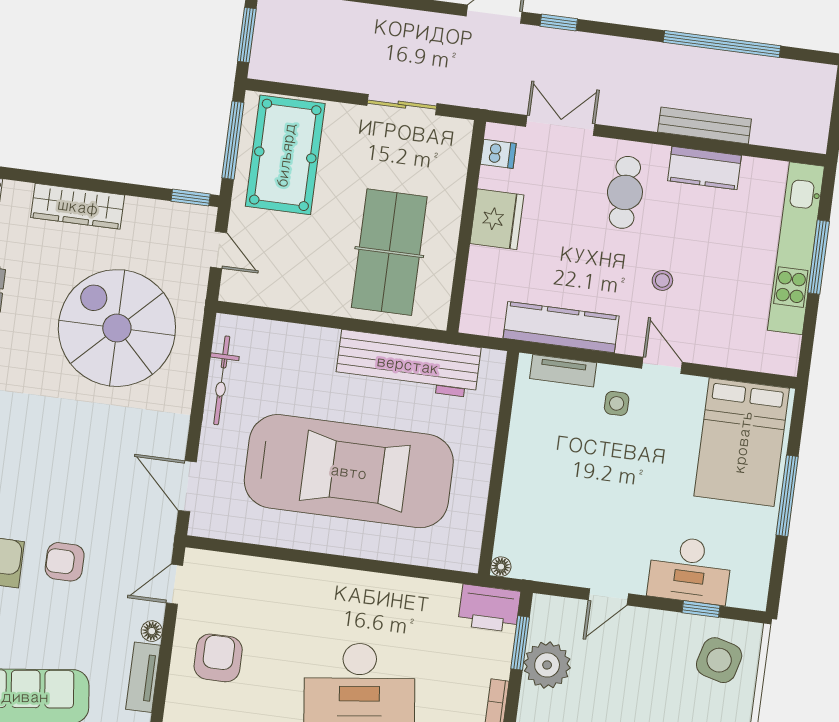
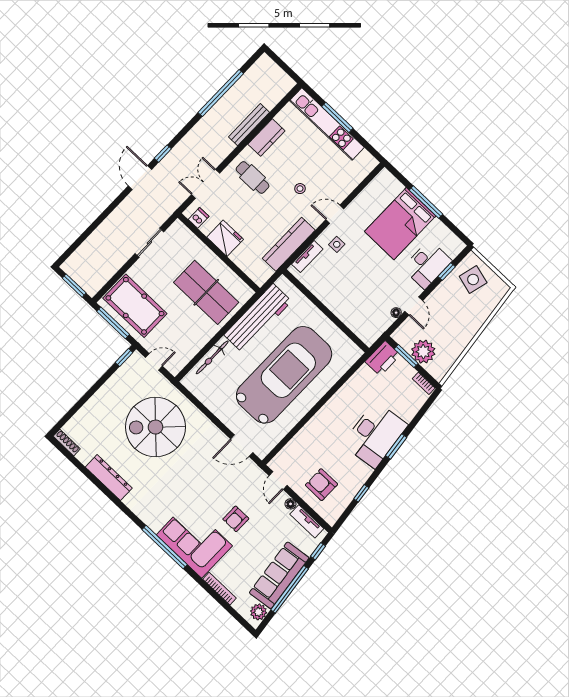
wardrobe: (78, 206) -> (94, 407), removed
bicycle: (222, 380) -> (212, 357), moved, turned 90
bed: (742, 442) -> (400, 224), moved, turned 90
floor lamp: (501, 567) -> (396, 313), moved

